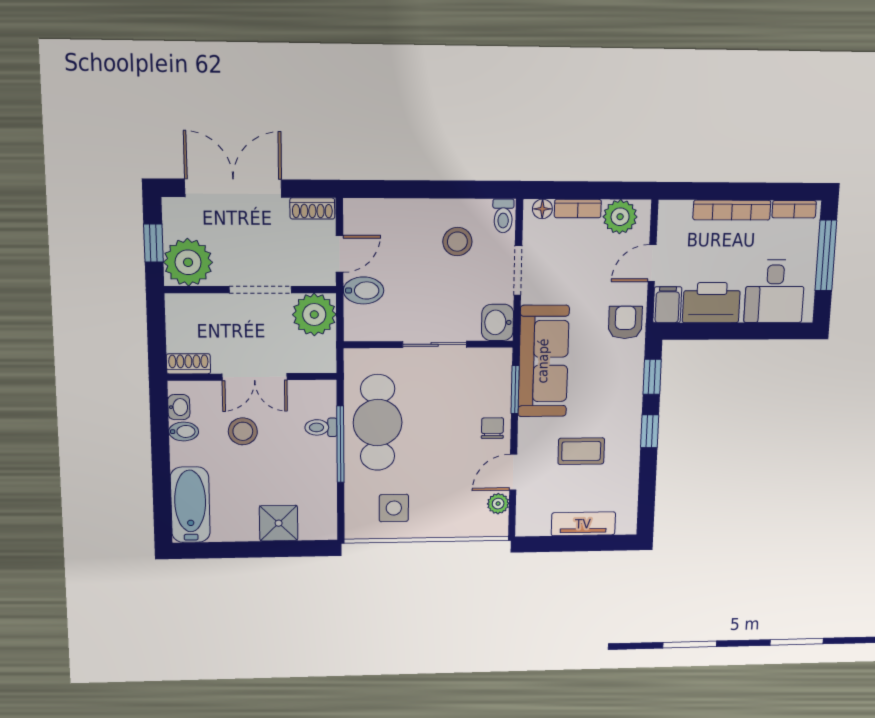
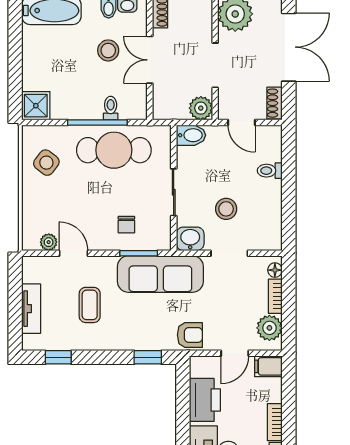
bookcase: (732, 210) -> (275, 422), width x0.64
toilet: (503, 216) -> (270, 171), moved
stool: (457, 242) -> (226, 209), moved
door: (652, 263) -> (235, 353), swing flipped
bidet: (363, 290) -> (191, 135), moved, turned -90
filing cabinet: (667, 305) -> (268, 366), moved, turned 180
plant: (314, 315) -> (201, 108), width x0.73, depth x0.73
chair: (492, 428) -> (126, 225), moved, turned 90
window: (650, 431) -> (58, 357), moved
side table: (394, 508) -> (46, 163), turned 38
shower: (279, 523) -> (36, 106), moved

